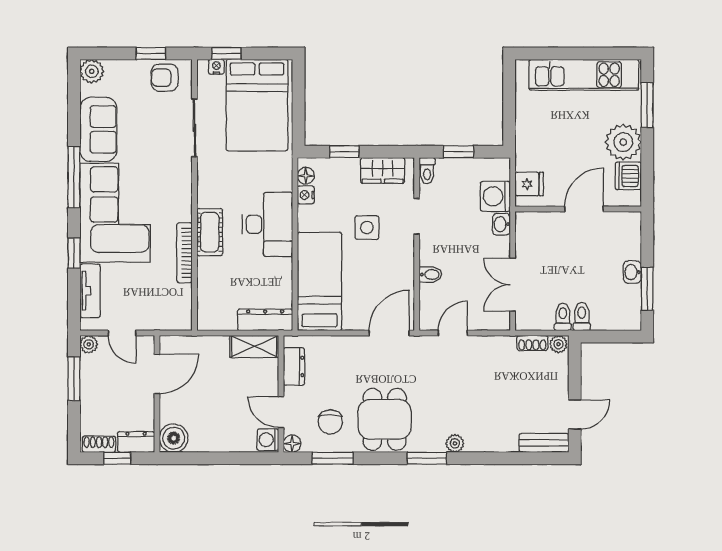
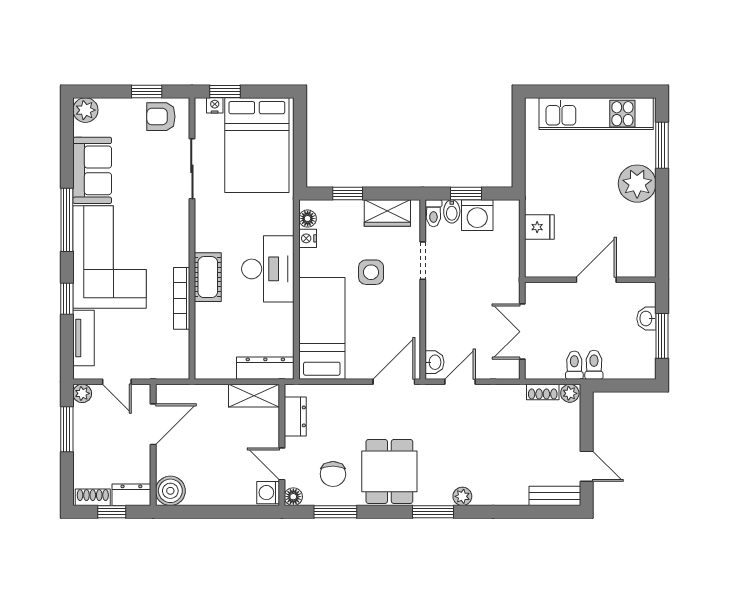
dishwasher: (628, 176) -> (642, 219), removed
washing machine: (495, 196) -> (477, 215), moved, turned -90
wall: (578, 209) -> (590, 280), moved
door: (584, 209) -> (596, 280), moved
washbasin: (501, 224) -> (434, 362), moved, turned 180
bidet: (430, 275) -> (452, 211), moved, turned 90
door: (575, 414) -> (587, 466), hinge flipped

